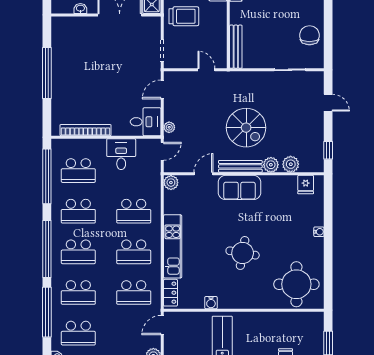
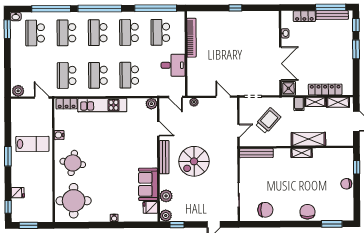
trolley: (184, 16) -> (268, 120), moved, turned -138
window: (47, 73) -> (235, 8), width x0.32
desk: (146, 122) -> (198, 84), removed
plant: (271, 165) -> (166, 216), moved
sofa: (240, 187) -> (148, 184), moved
round table: (243, 253) -> (73, 163), moved

